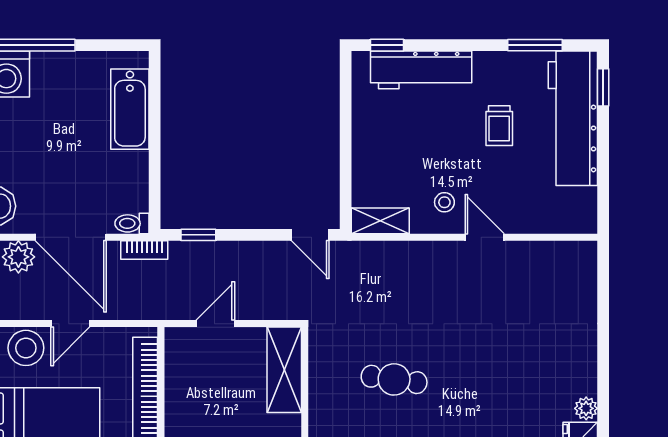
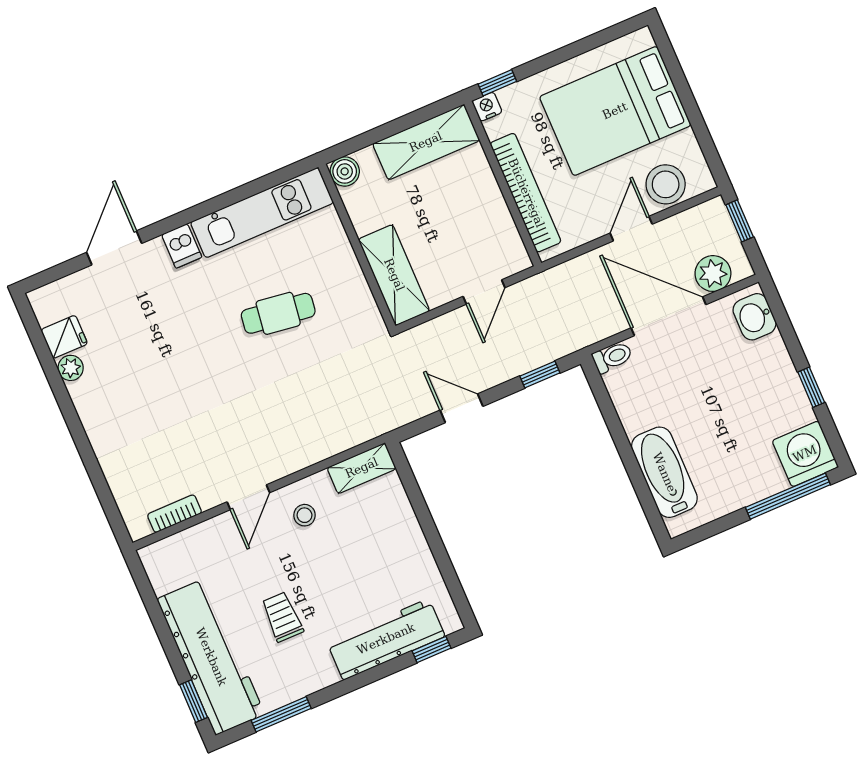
door: (310, 235) -> (462, 408), moved
door: (485, 237) -> (248, 497), hinge flipped
bookcase: (144, 250) -> (175, 514), moved

